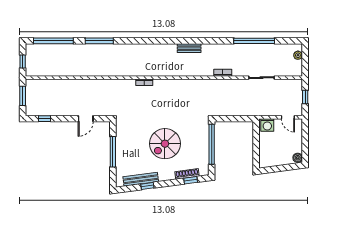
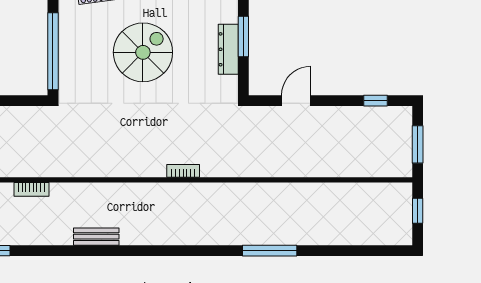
window: (53, 41) -> (358, 251), removed
dresser: (121, 145) -> (228, 49), added
window: (113, 152) -> (243, 37), width x0.69

